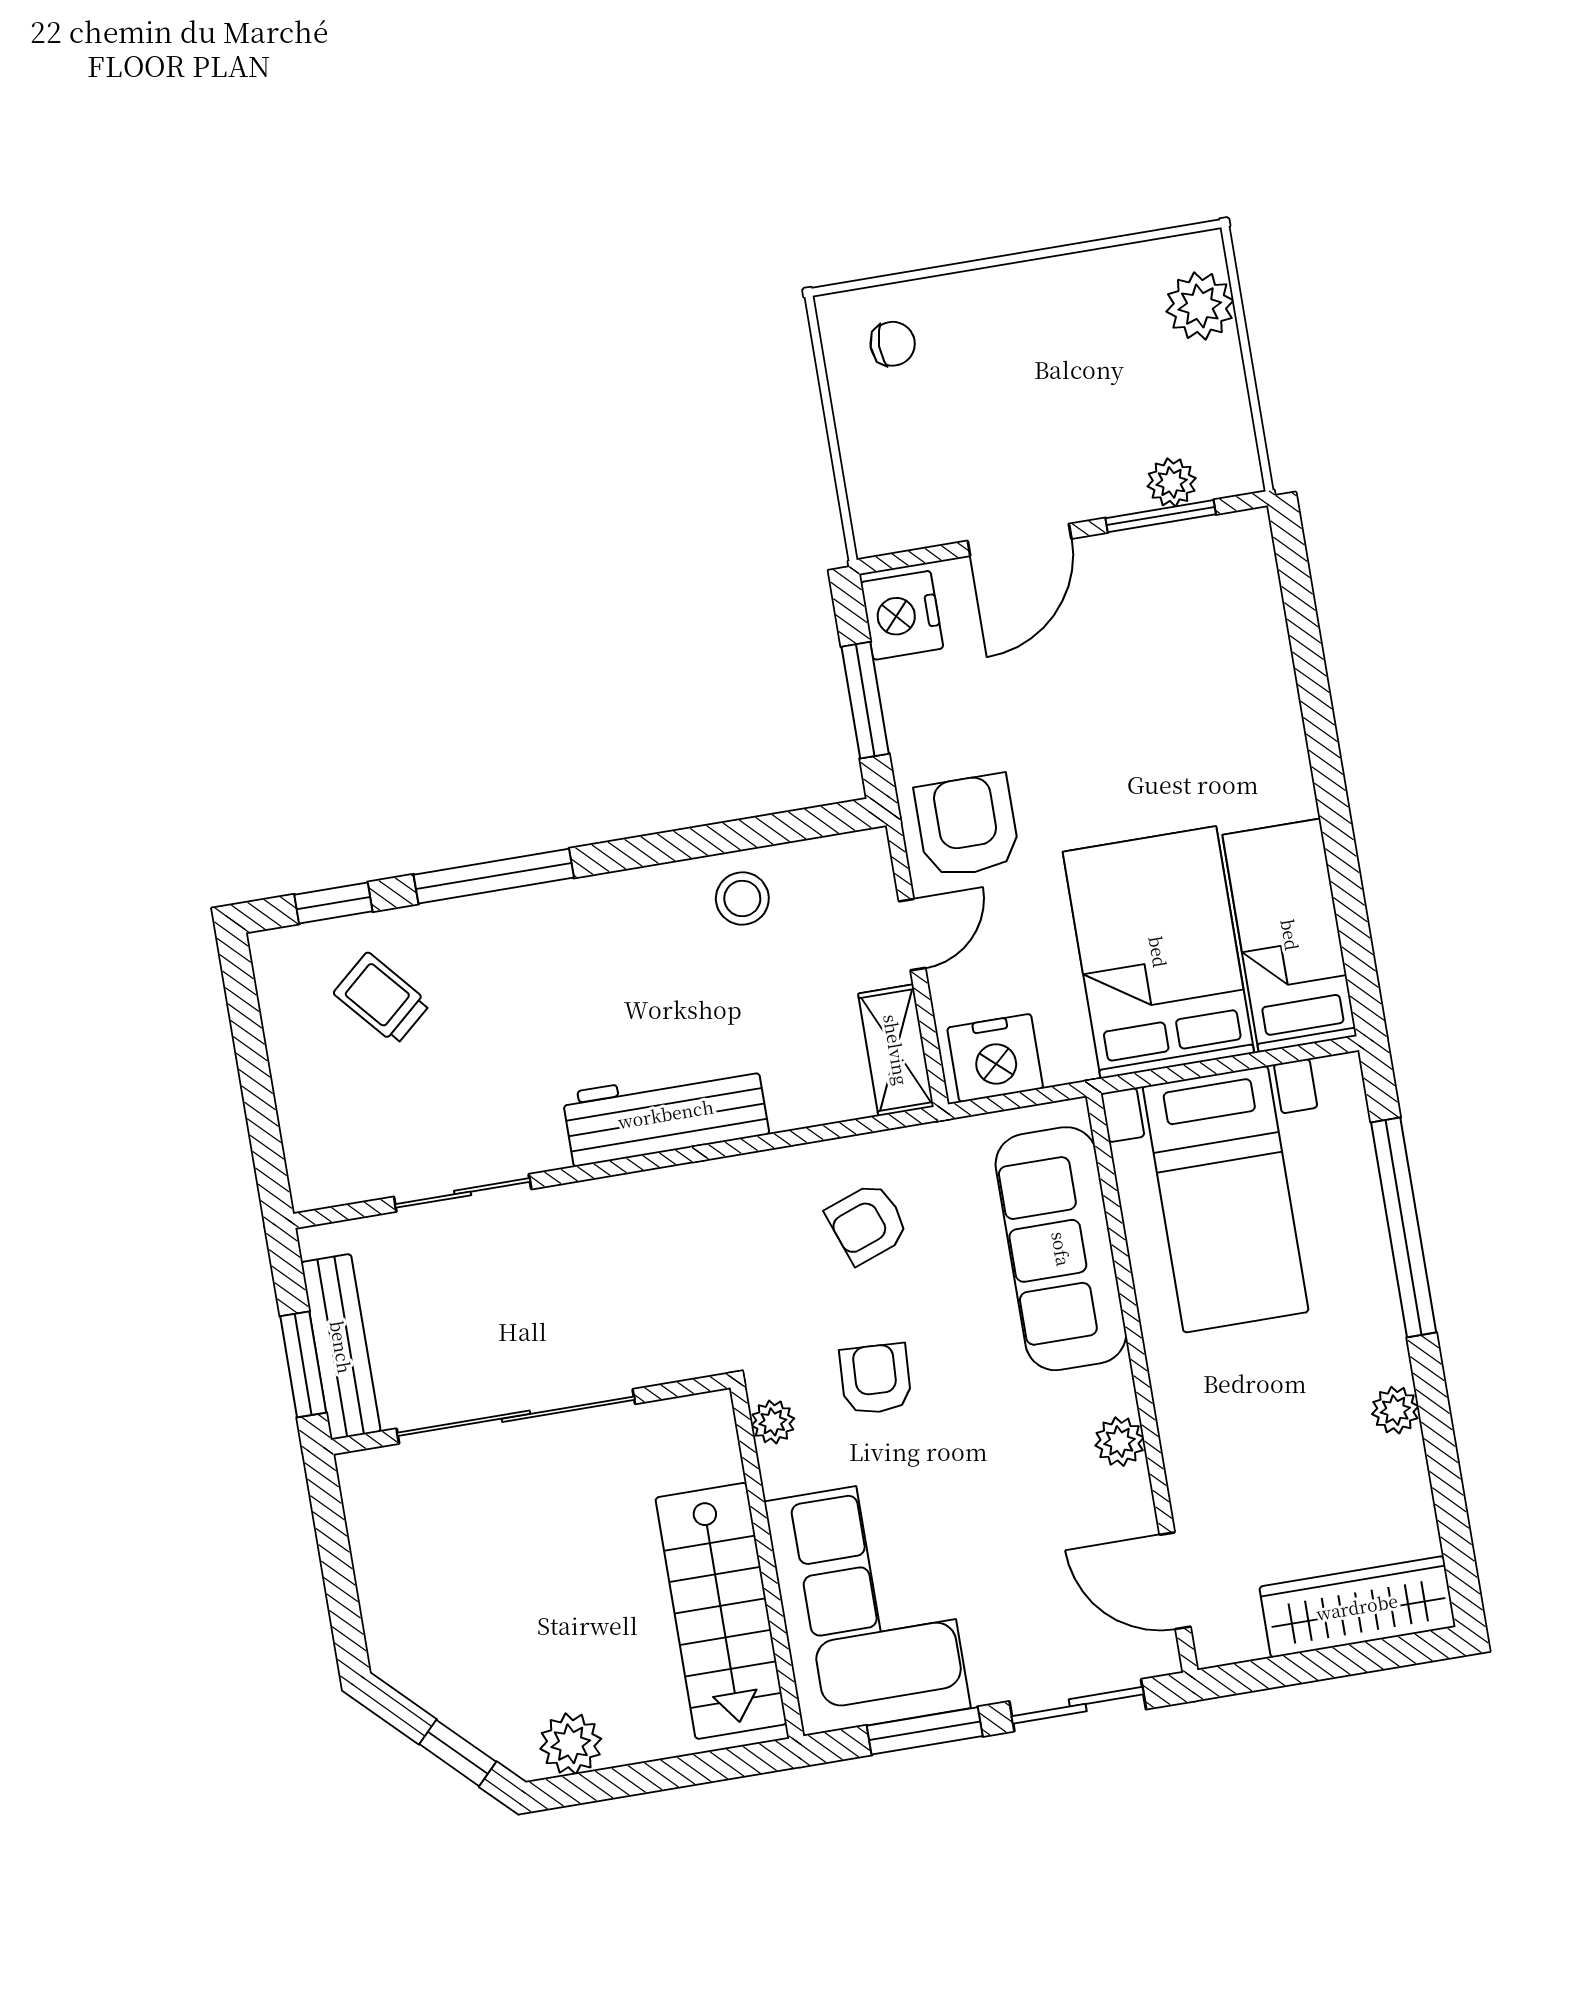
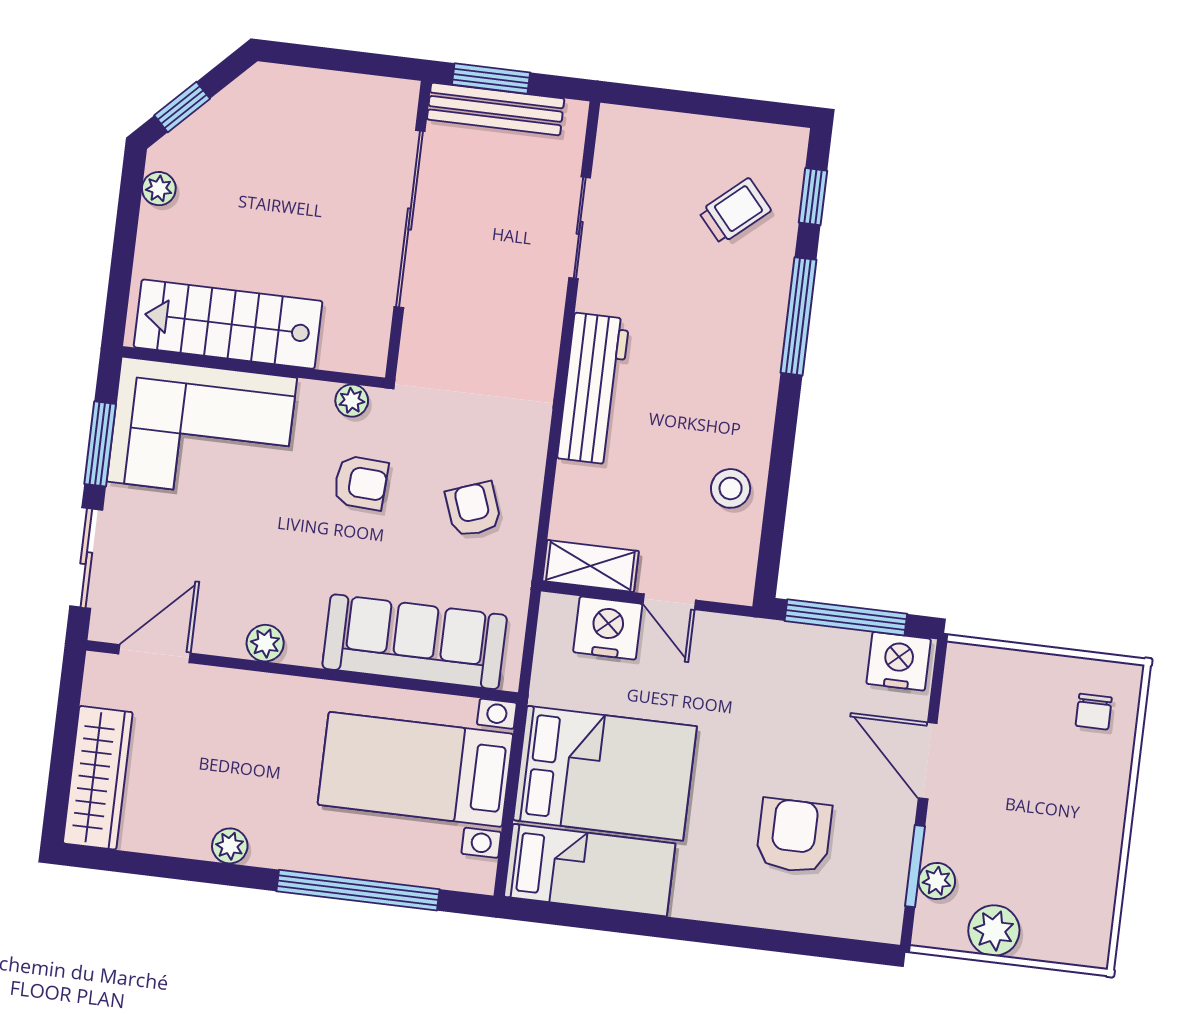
plant: (1200, 306) -> (994, 931), moved
window: (865, 700) -> (846, 617), width x1.44
armchair: (967, 826) -> (794, 836), moved, turned -90
nightstand: (995, 1058) -> (608, 628), moved, turned 90
plant: (571, 1744) -> (159, 189), width x0.73, depth x0.73

